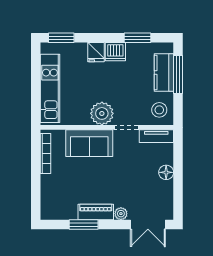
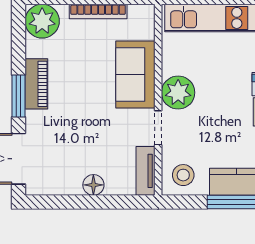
bookcase: (45, 154) -> (98, 11), moved
plant: (121, 214) -> (42, 21), moved, width x1.88, depth x1.88
window: (84, 225) -> (18, 96), moved

